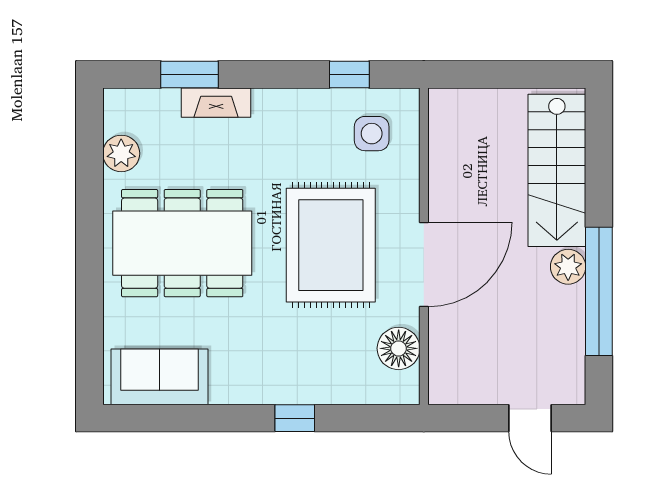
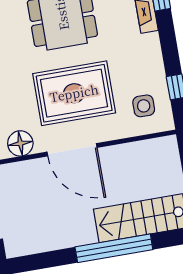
plant: (568, 267) -> (85, 235), removed
window: (599, 291) -> (114, 248), moved

